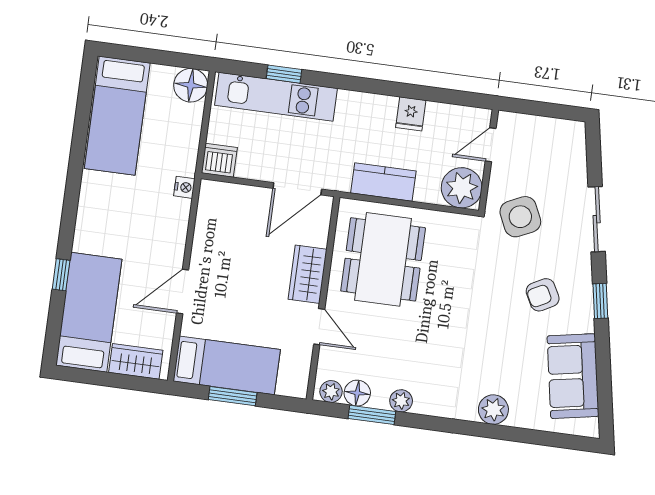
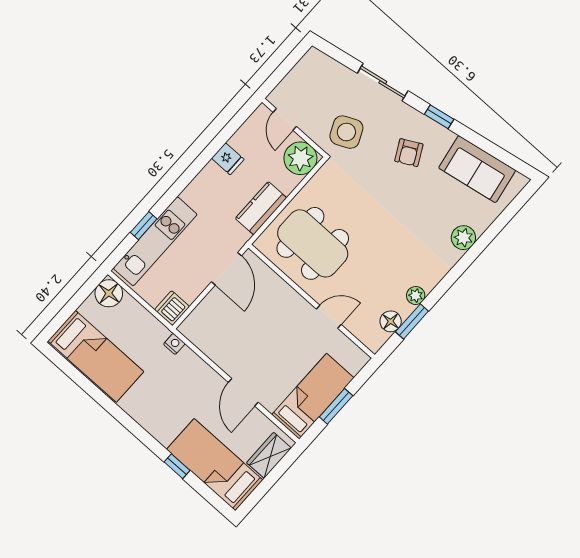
wardrobe: (307, 274) -> (288, 301), removed
plant: (331, 392) -> (378, 338), removed

